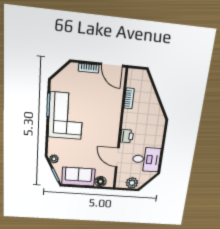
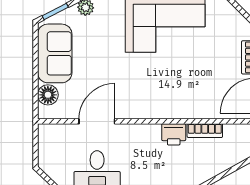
printer: (127, 136) -> (174, 134), moved
plant: (132, 183) -> (49, 154), removed

